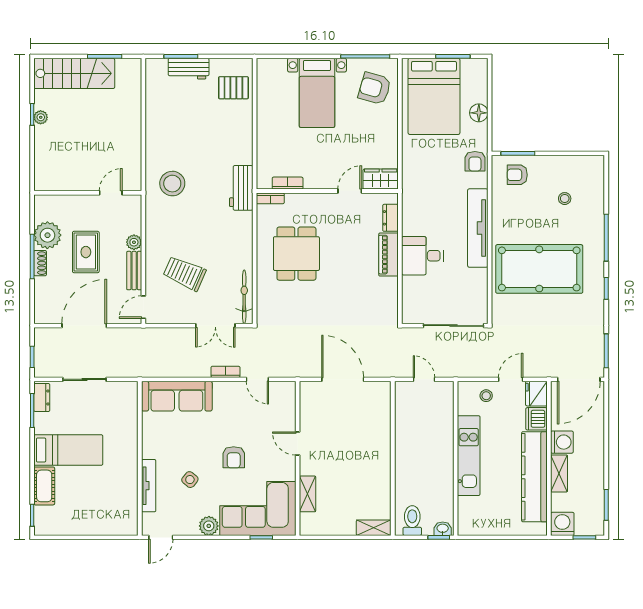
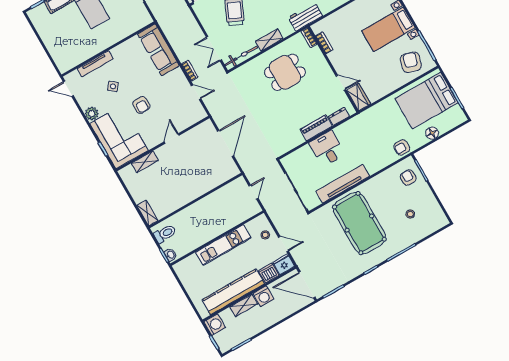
tv unit: (478, 228) -> (343, 184), moved
shelving: (244, 250) -> (269, 40), added
door: (257, 379) -> (196, 92), swing flipped
armchair: (234, 457) -> (141, 105), turned -90

